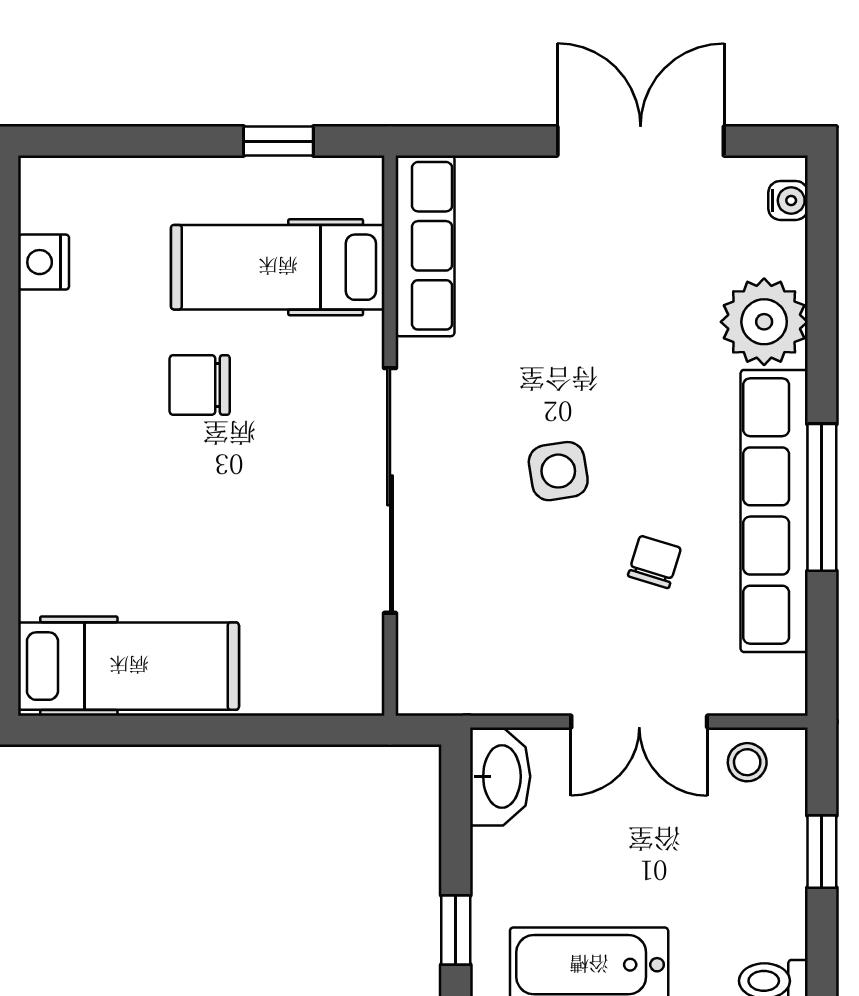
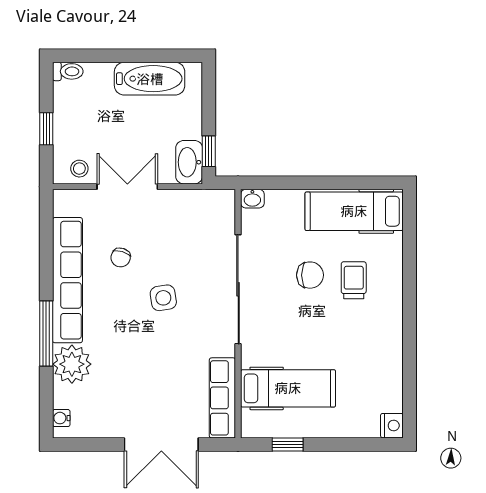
double door: (641, 141) -> (161, 444), moved
nightstand: (44, 262) -> (392, 426), moved
chair: (200, 385) -> (310, 275), moved
window: (822, 497) -> (46, 334), moved
trolley: (130, 511) -> (354, 280), added
washbasin: (358, 694) -> (252, 199), added
window: (456, 930) -> (209, 151), moved

